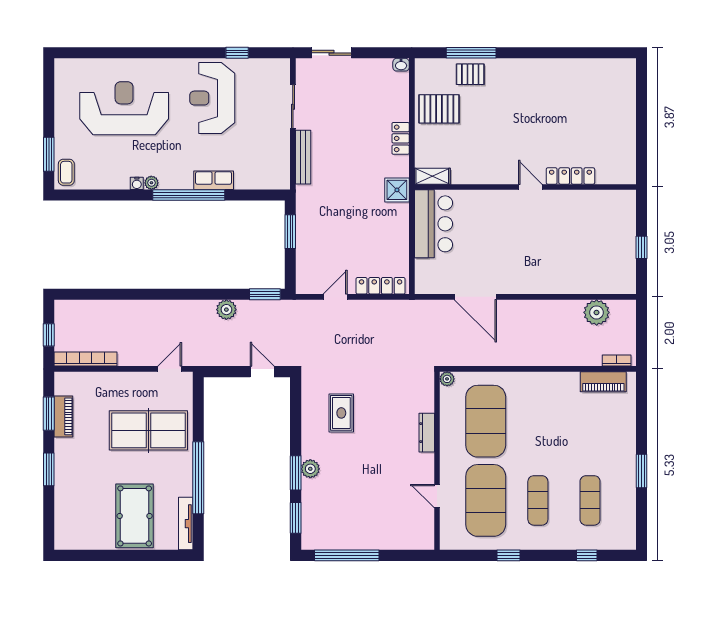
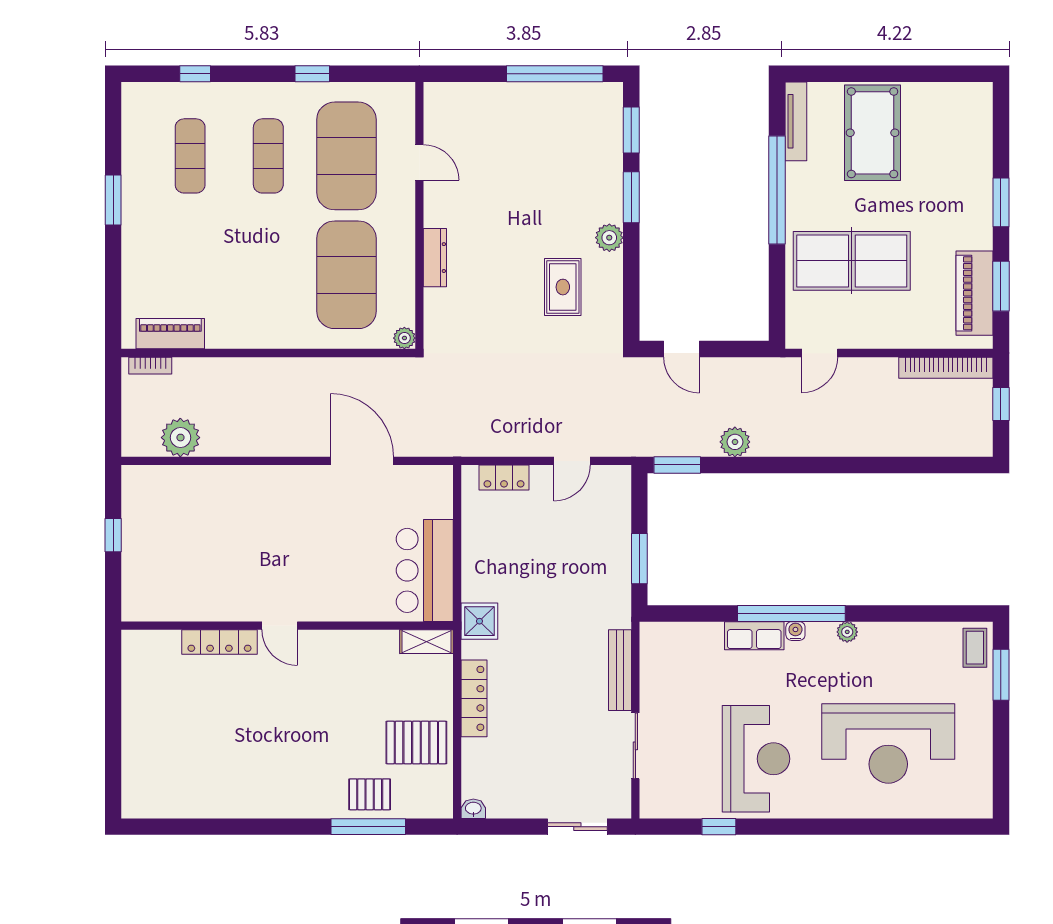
locker: (401, 138) -> (474, 698), width x1.53
water cooler: (137, 183) -> (795, 631), moved
locker: (381, 286) -> (504, 478), width x0.66
piano: (63, 416) -> (975, 293), width x1.37, depth x1.33
plant: (310, 469) -> (609, 238), moved

